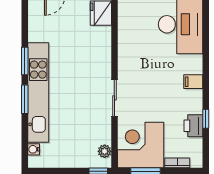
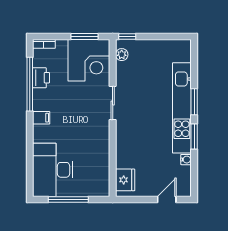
window: (206, 119) -> (30, 84), width x3.17
water cooler: (34, 149) -> (186, 160), moved
bookcase: (177, 163) -> (44, 44), moved

